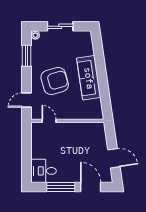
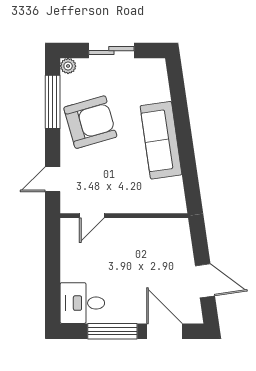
window: (27, 56) -> (53, 102), width x1.44
armchair: (55, 81) -> (90, 122), moved
door: (49, 121) -> (92, 216), swing flipped

